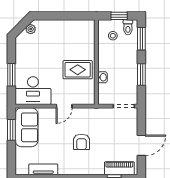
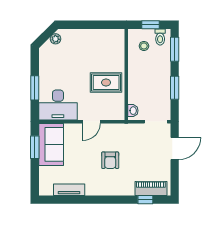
washbasin: (103, 77) -> (133, 111), moved
door: (141, 145) -> (175, 148), moved

